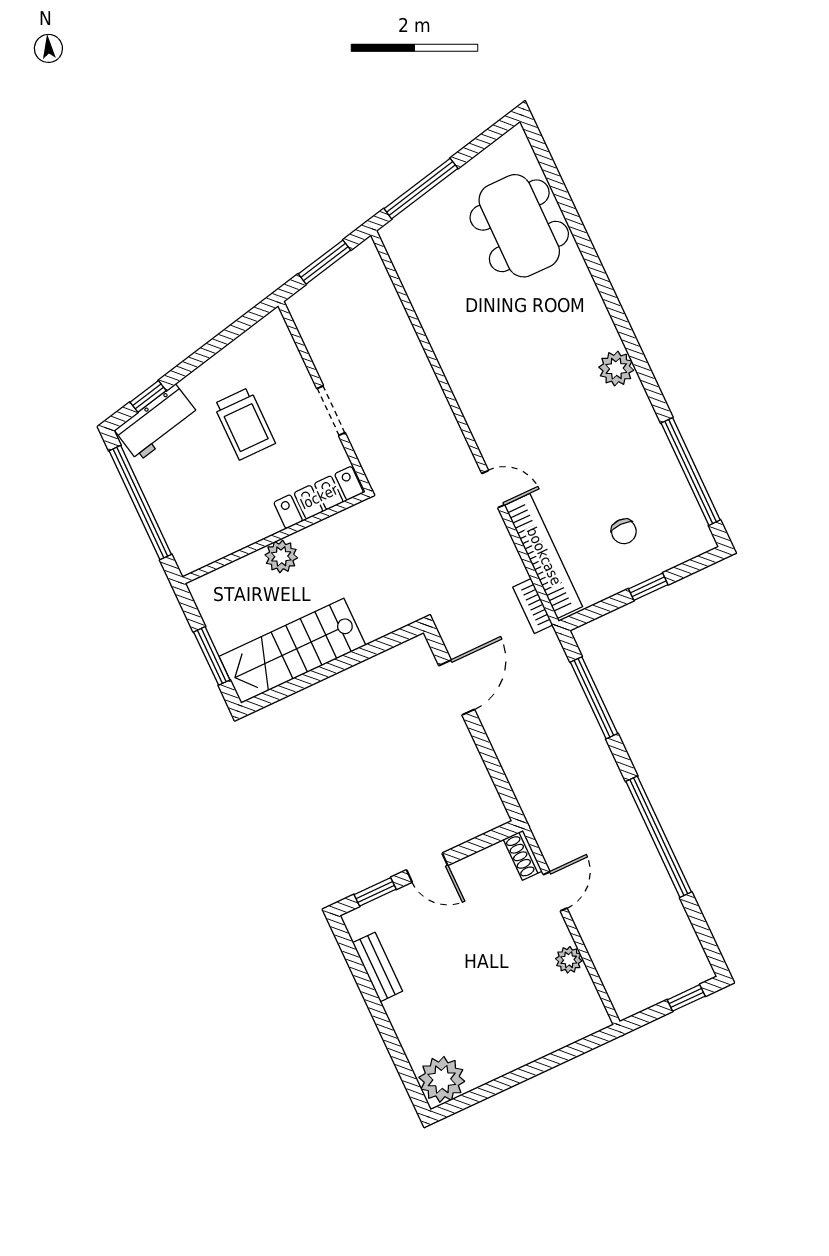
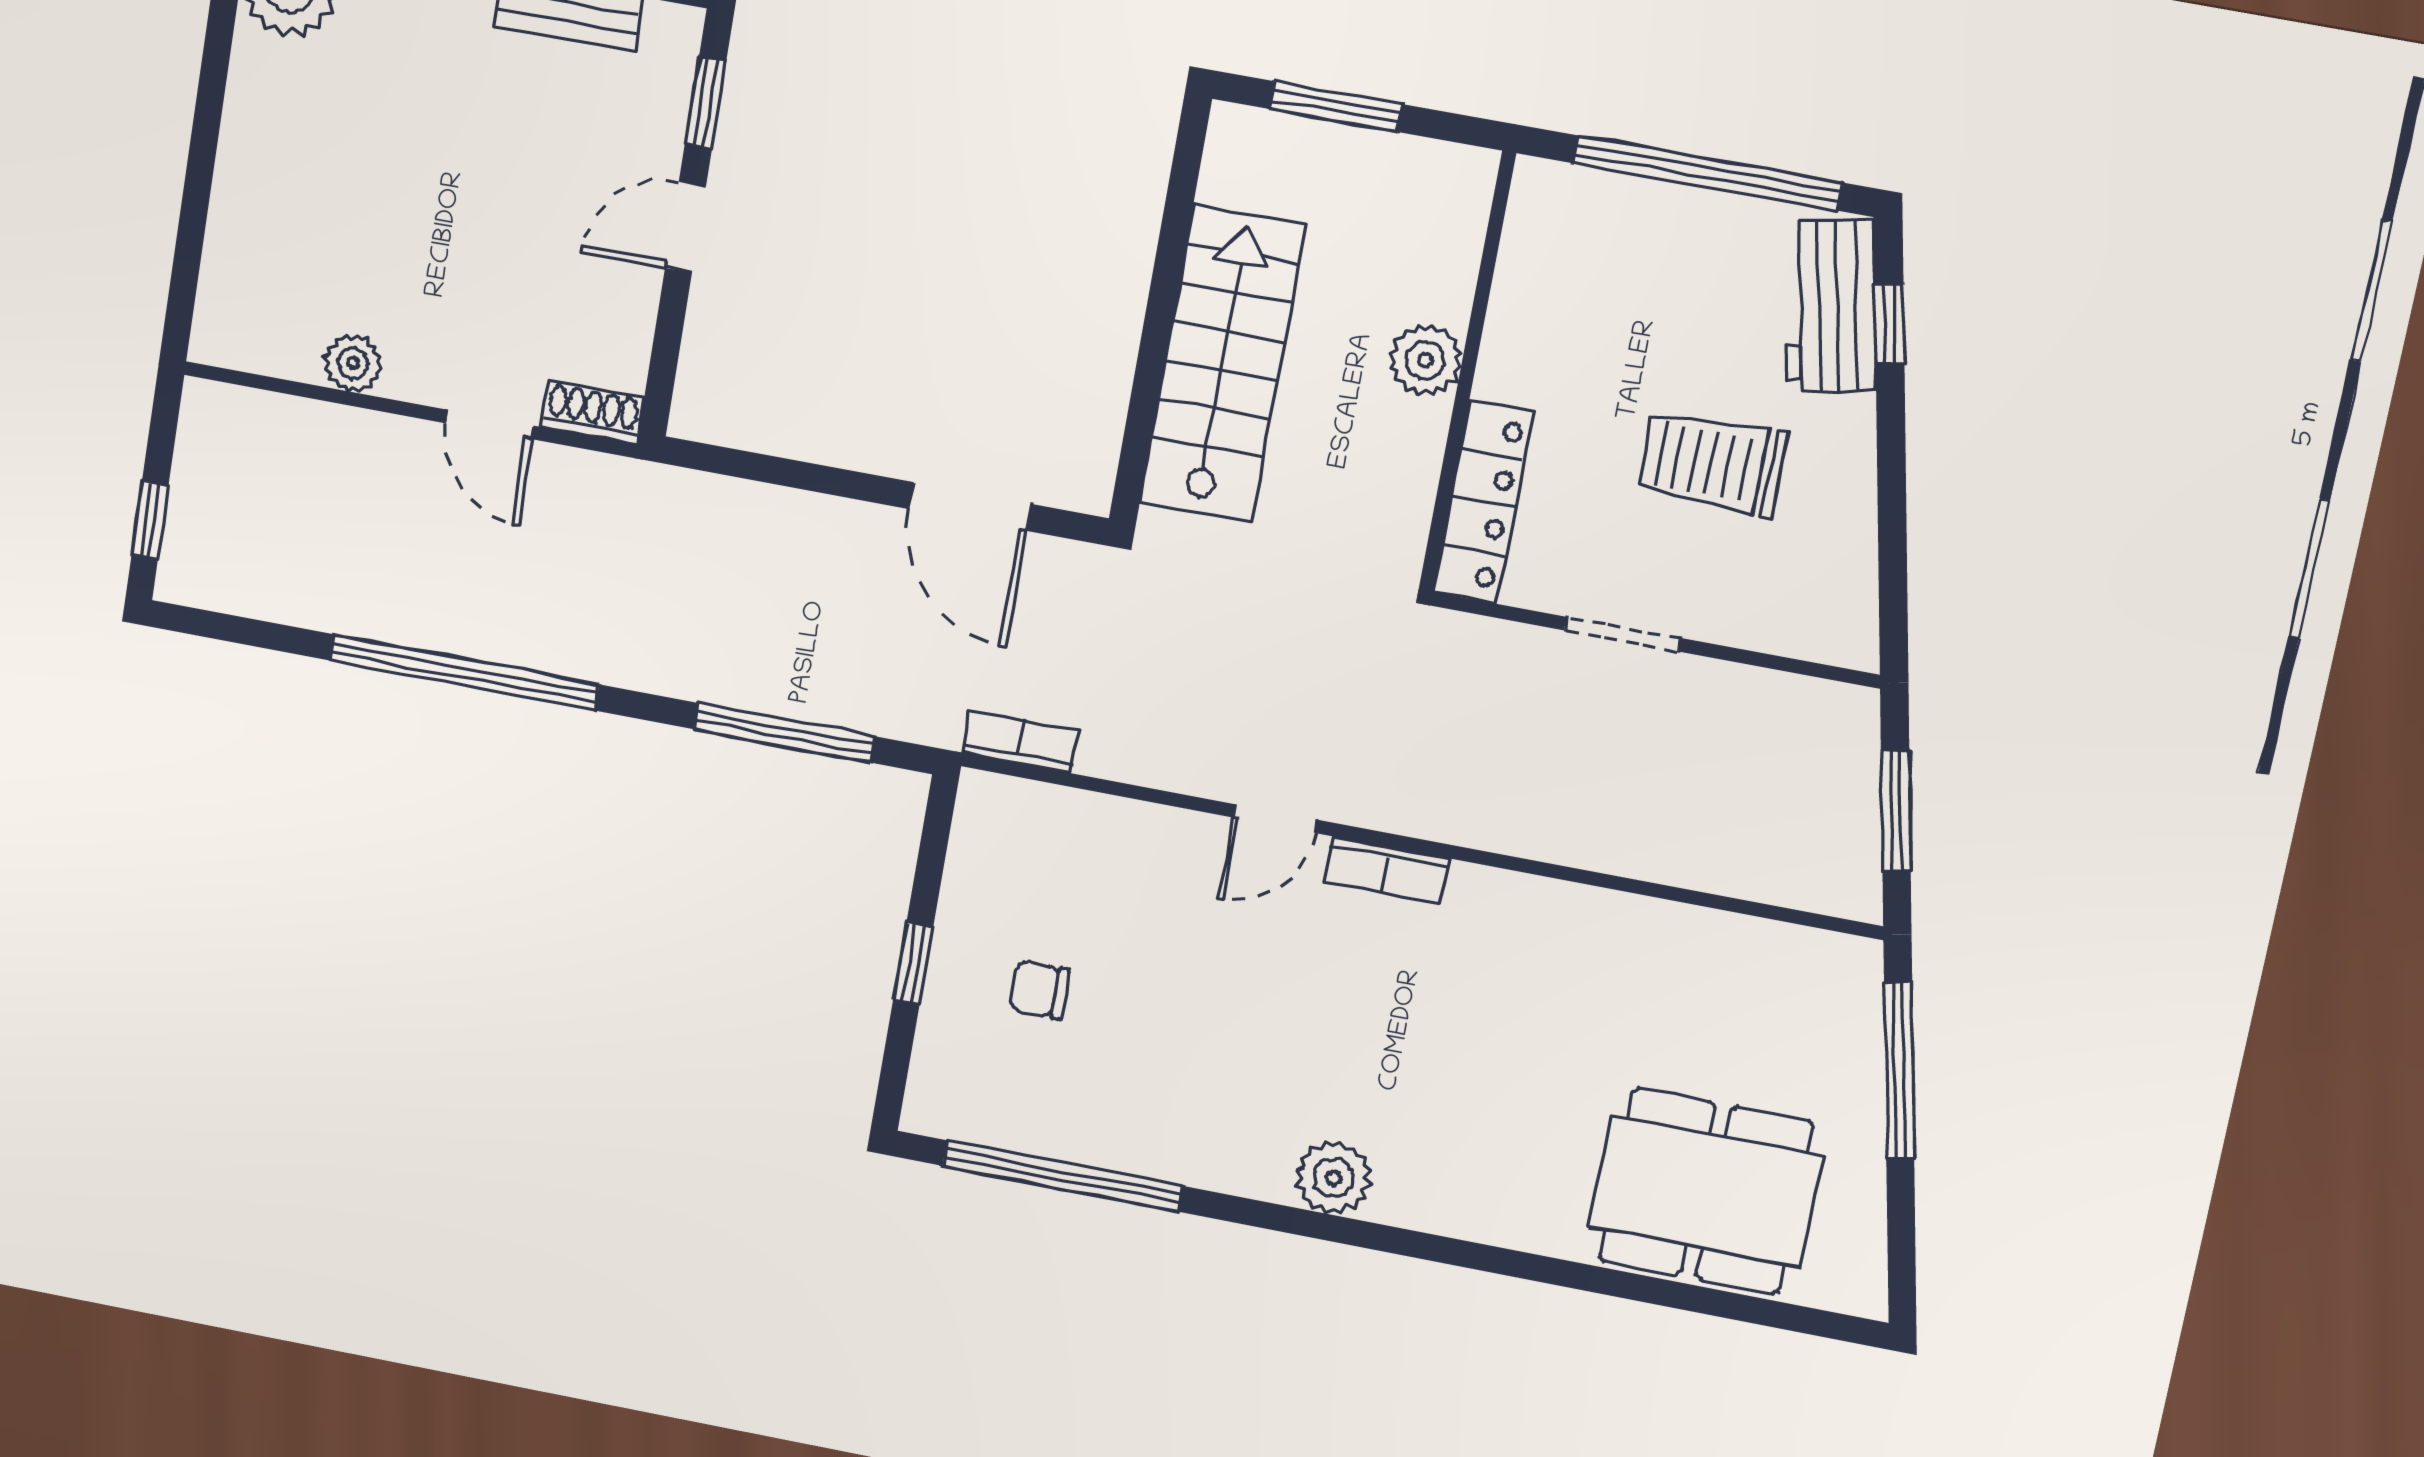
bookcase: (544, 556) -> (1387, 870), moved, width x0.43, depth x0.76
stairs: (292, 651) -> (1223, 364), moved

